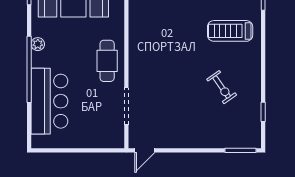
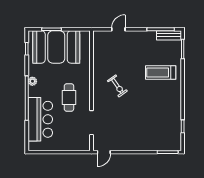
cafe table: (107, 61) -> (69, 97), moved
exercise bike: (222, 87) -> (117, 86), moved

